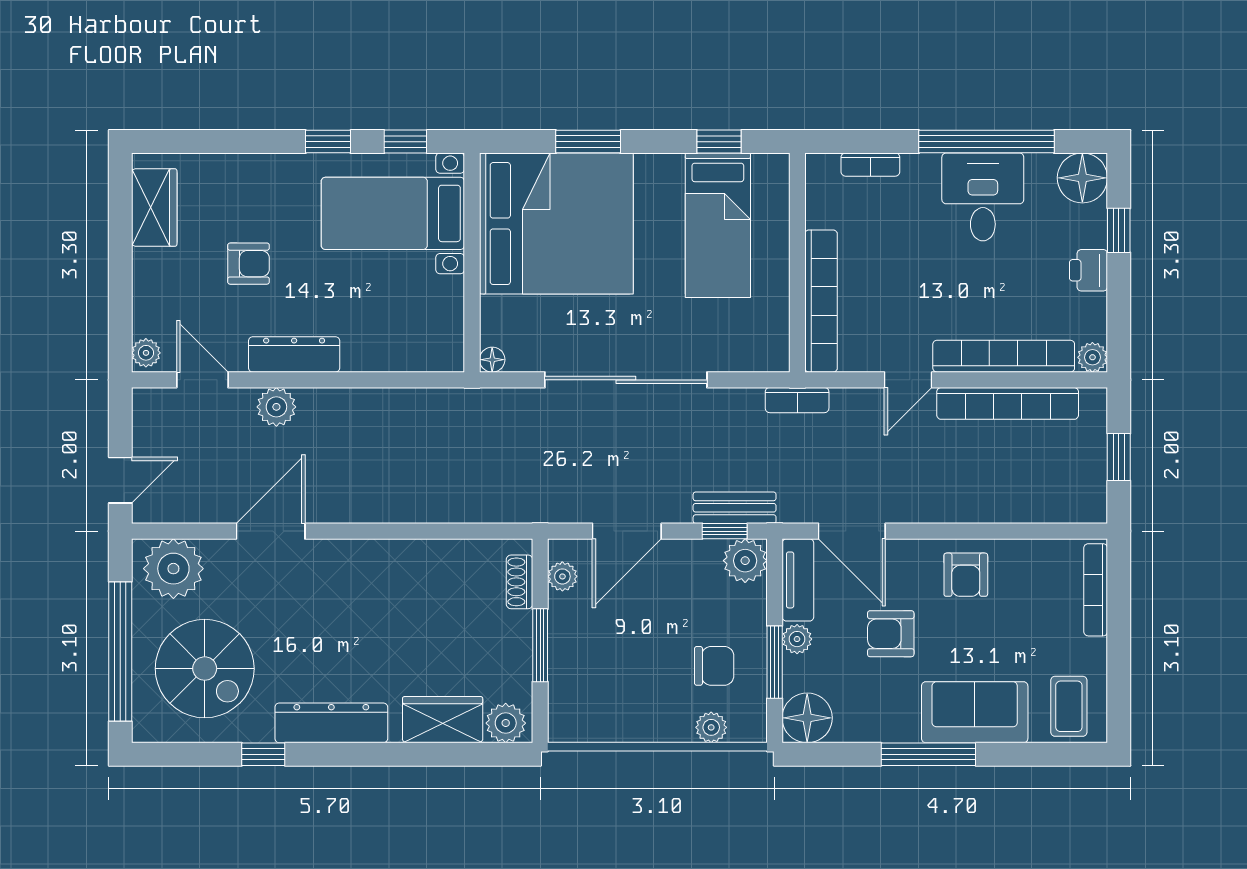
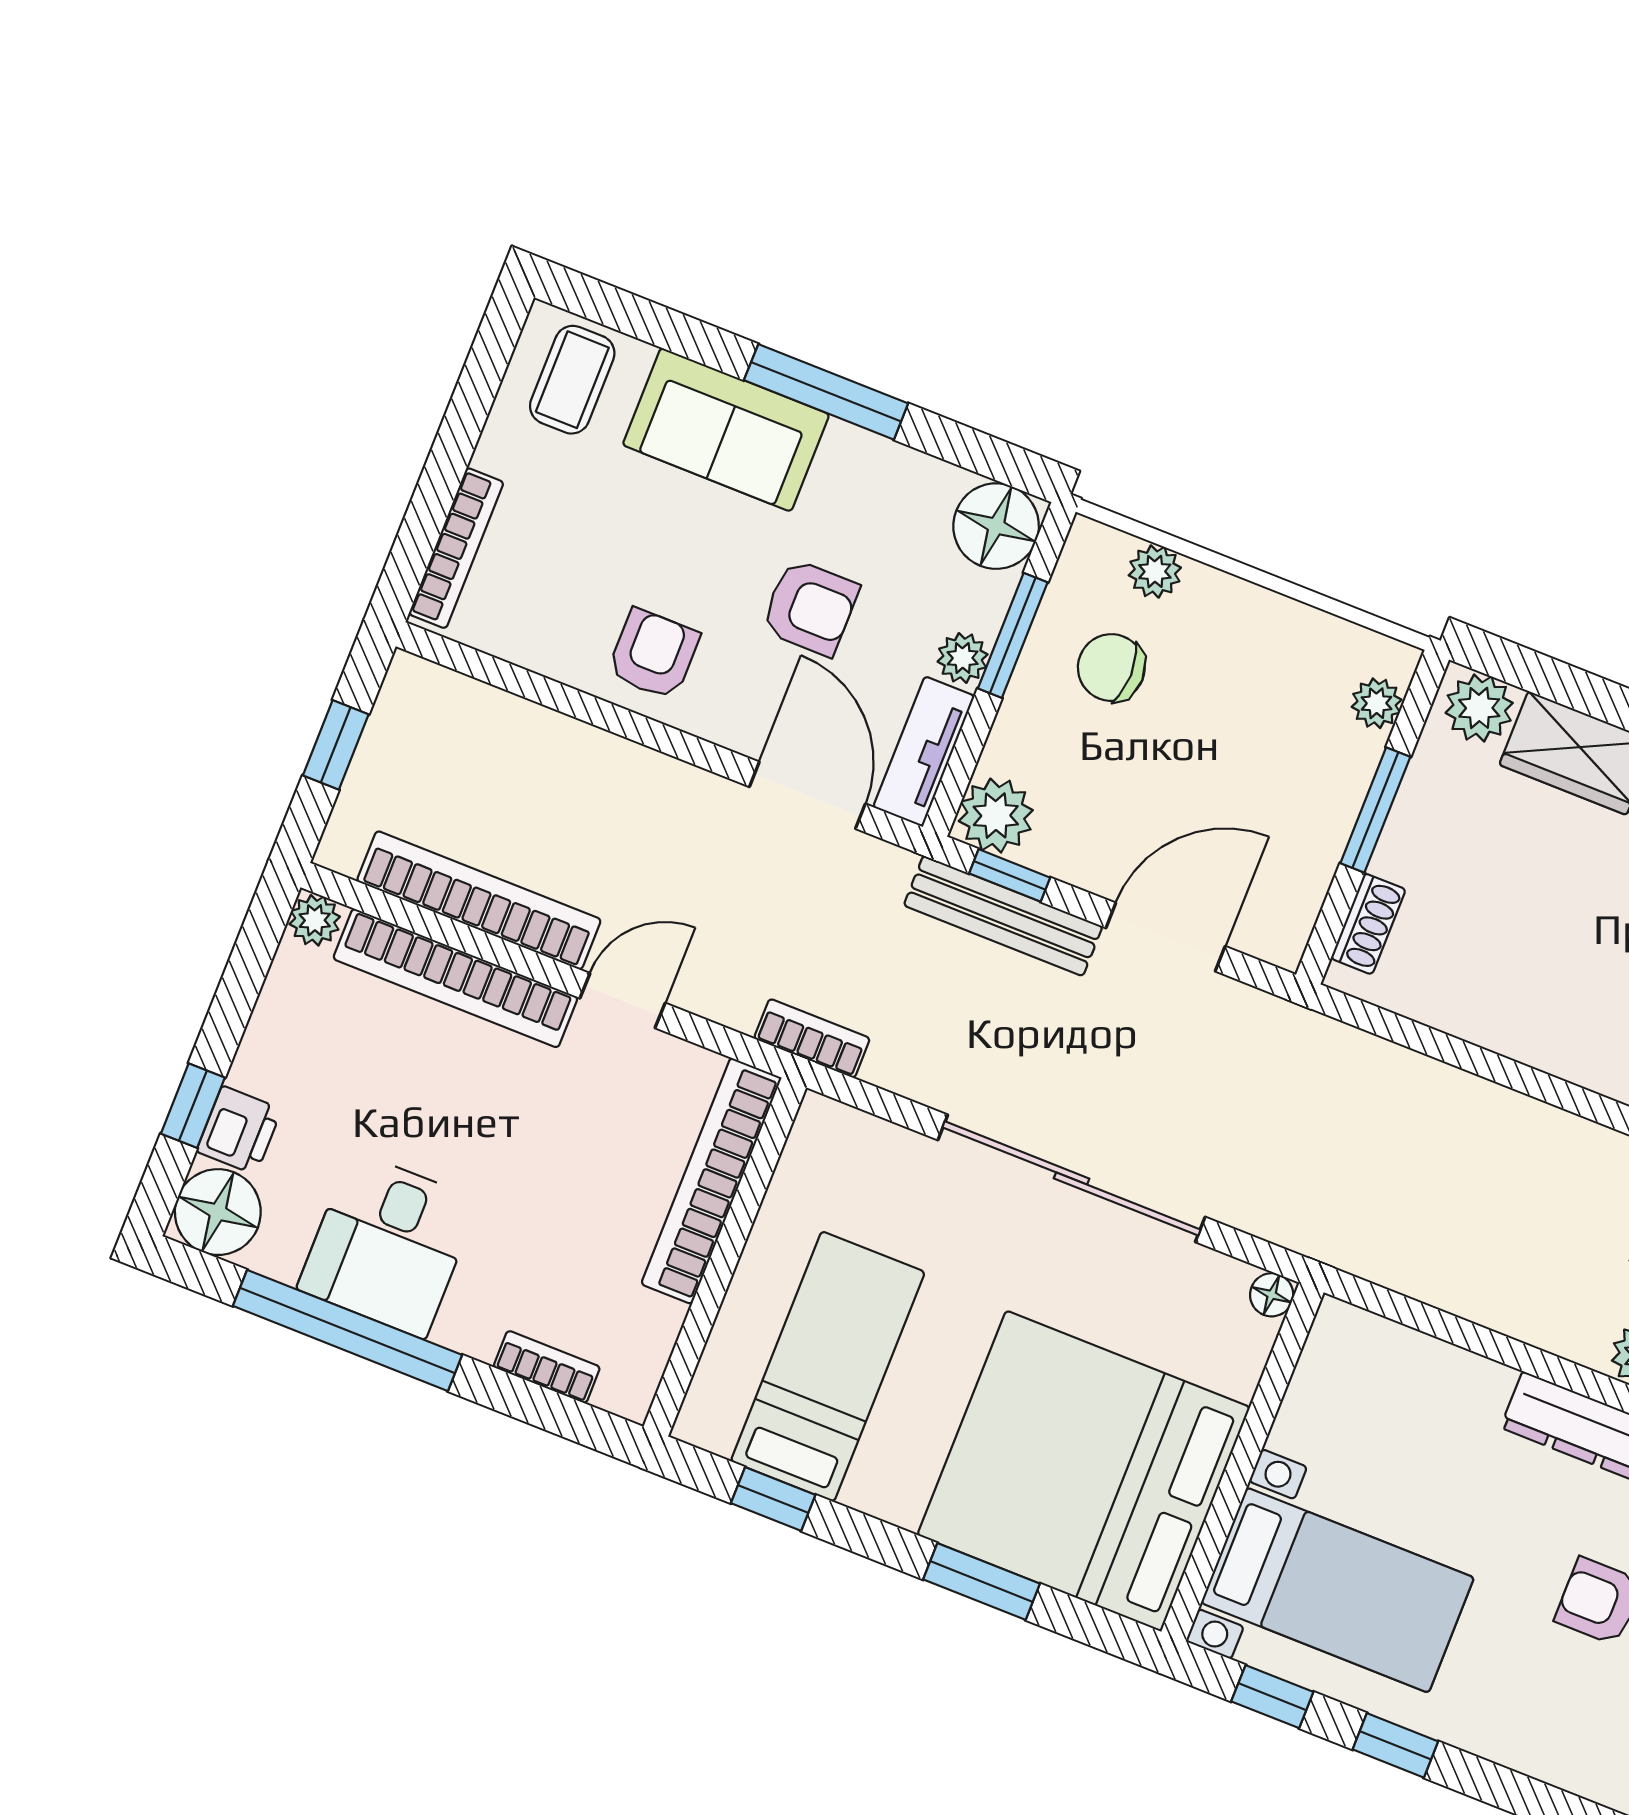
printer: (1088, 270) -> (239, 1130), moved
bench: (735, 508) -> (1003, 916), width x1.36
plant: (562, 576) -> (1377, 703), moved

